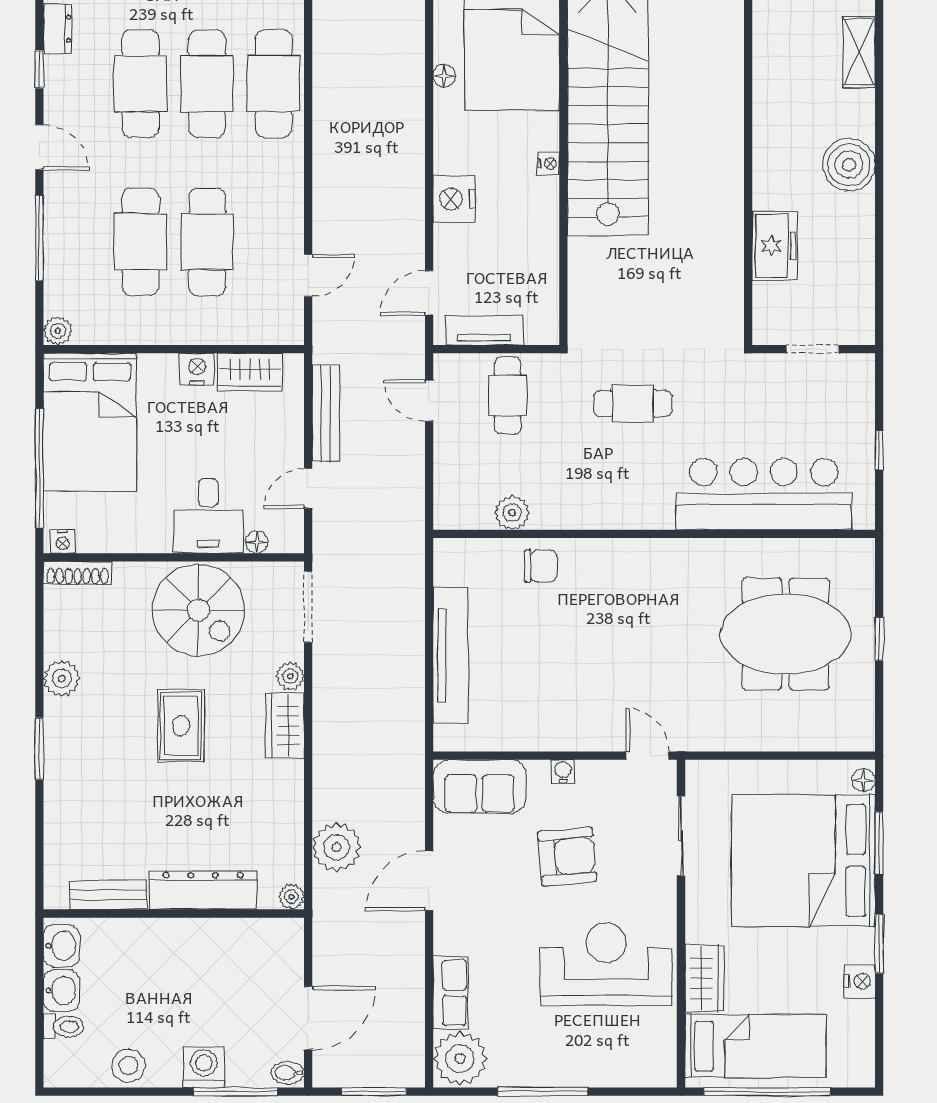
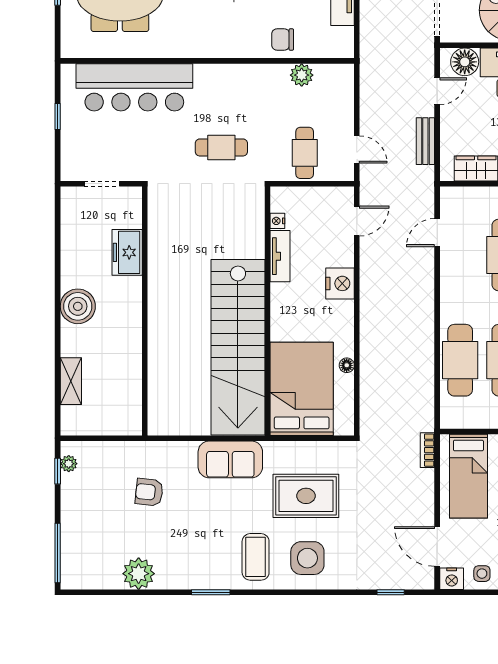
nightstand: (549, 163) -> (277, 221), moved
tv unit: (484, 330) -> (280, 256), moved, turned -90
bench: (326, 413) -> (425, 141), width x0.73
floor lamp: (257, 542) -> (465, 62), width x1.89, depth x1.89

